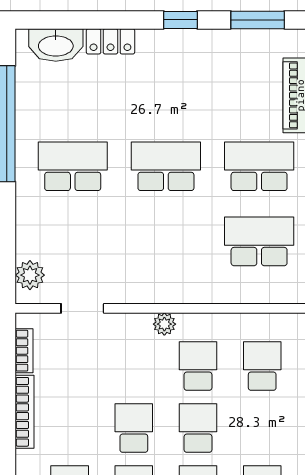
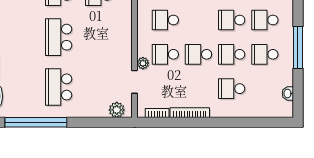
plant: (164, 324) -> (143, 63), moved
school desk: (198, 428) -> (165, 54), moved

